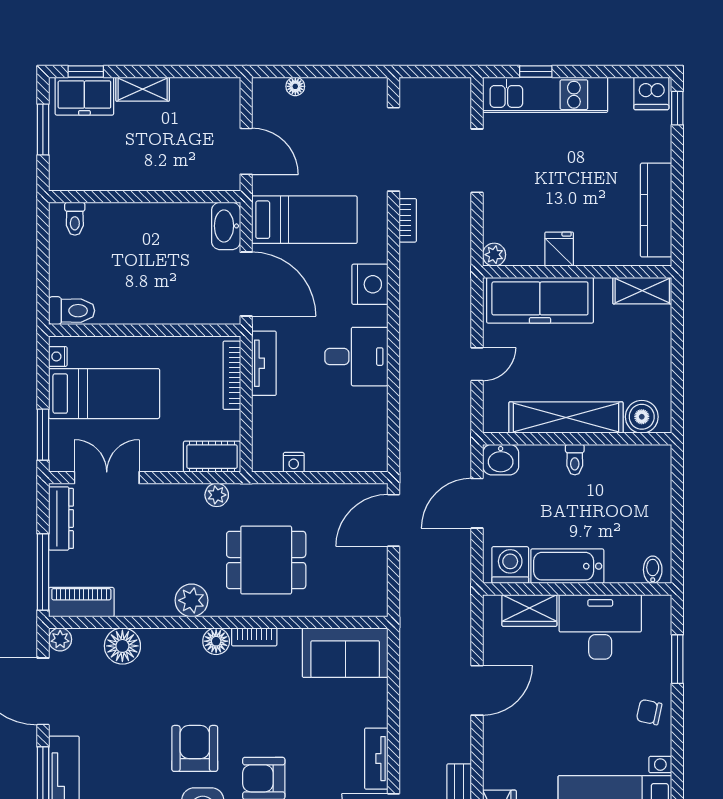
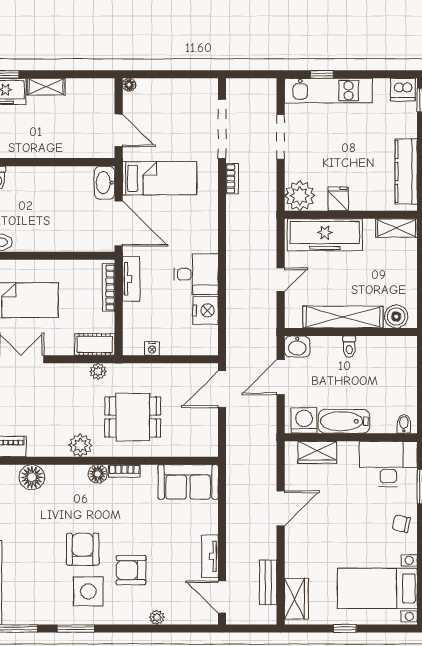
floor lamp: (295, 86) -> (129, 85), moved
plant: (494, 255) -> (300, 196), width x1.87, depth x1.87
nightstand: (370, 284) -> (206, 310), moved
desk: (600, 627) -> (388, 464), moved

